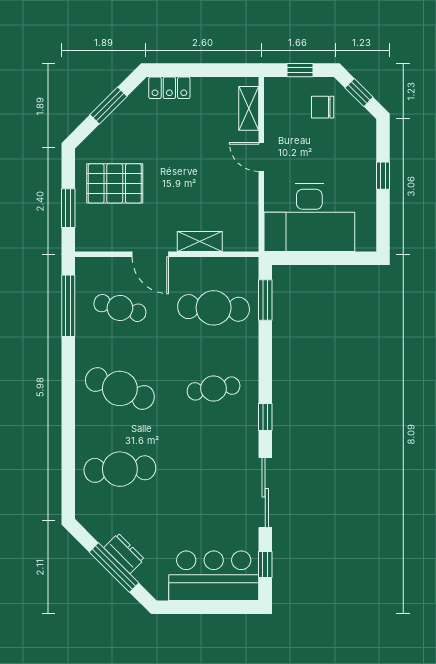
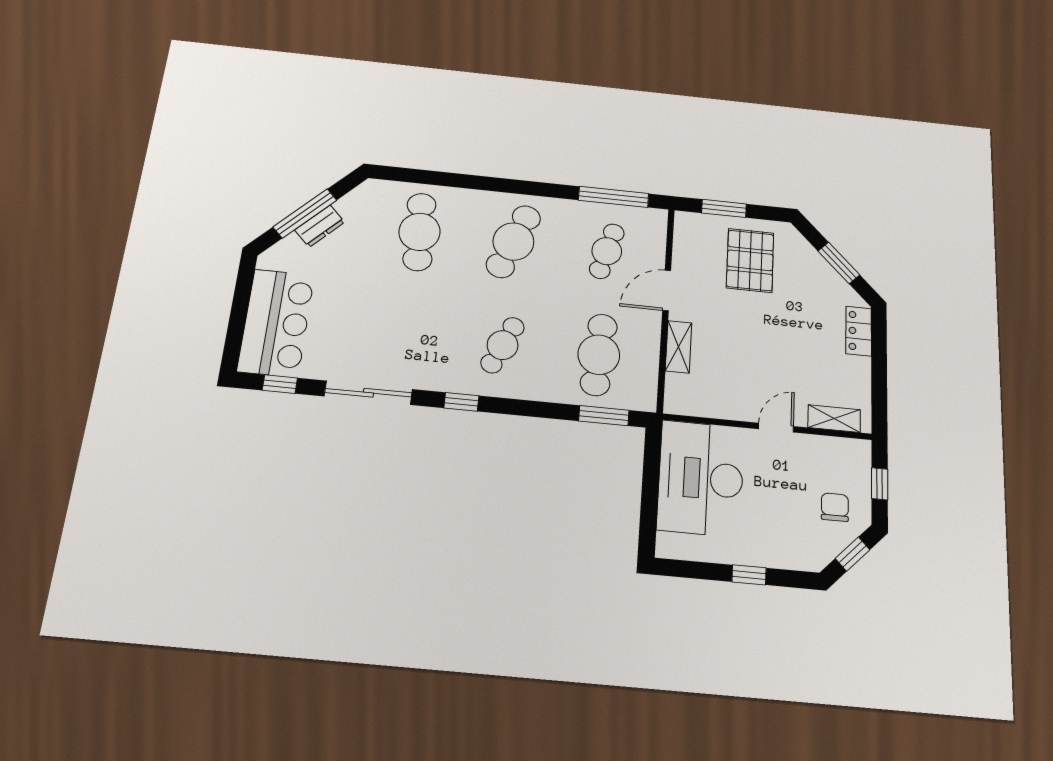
cafe table: (214, 388) -> (503, 345), turned 33

